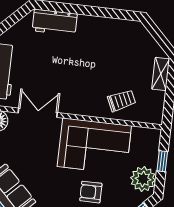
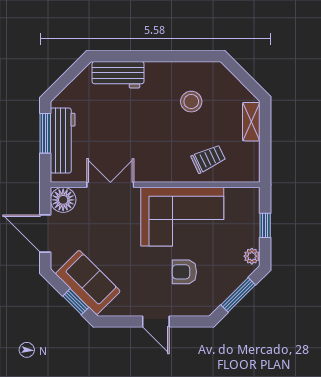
stool: (113, 52) -> (191, 102), added
plant: (143, 179) -> (252, 256), width x0.53, depth x0.53

